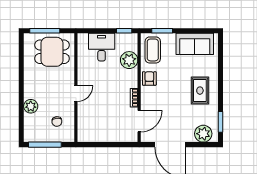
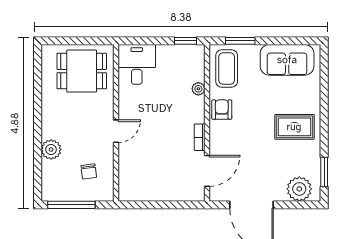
window: (45, 31) -> (71, 41), removed
desk: (102, 47) -> (137, 64), moved
plant: (129, 60) -> (198, 89), width x0.53, depth x0.53
rug: (200, 91) -> (294, 127), turned 90

